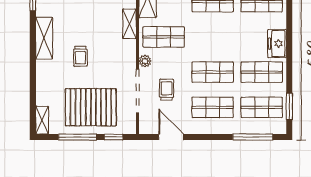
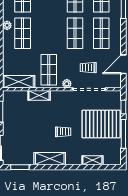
pallet: (91, 107) -> (101, 124), turned 90
shelving: (42, 120) -> (92, 160), moved

